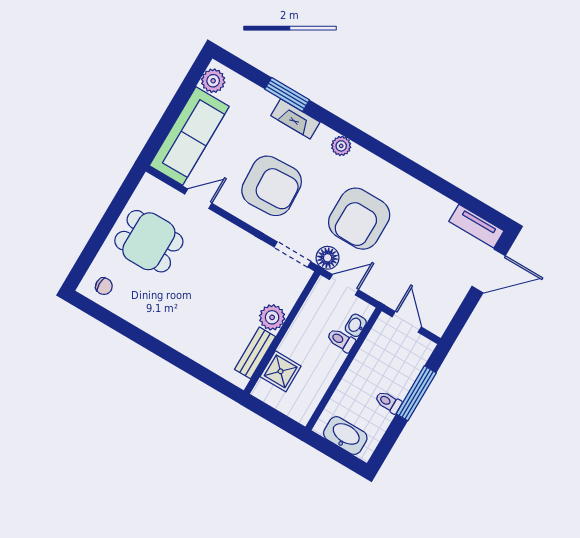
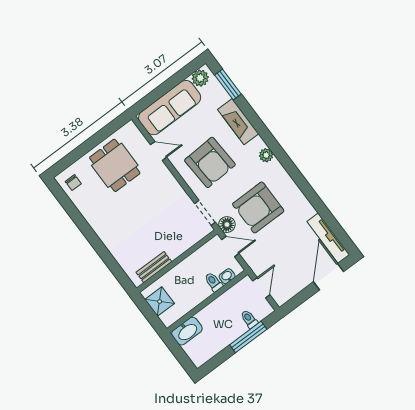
window: (287, 94) -> (228, 84), moved
fireplace: (295, 119) -> (238, 122), width x1.37, depth x1.32
tv unit: (476, 226) -> (328, 238), width x1.41
door: (489, 271) -> (329, 277), swing flipped
plant: (272, 317) -> (175, 248), removed
shower: (281, 371) -> (160, 302), moved
toilet: (388, 402) -> (249, 319), moved
washbasin: (345, 436) -> (187, 331), moved, turned 90

